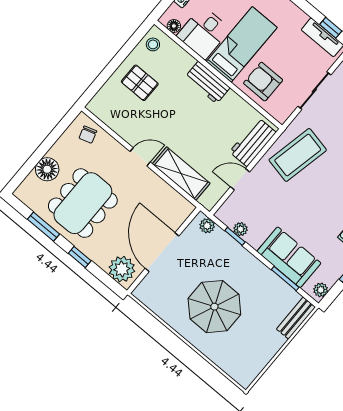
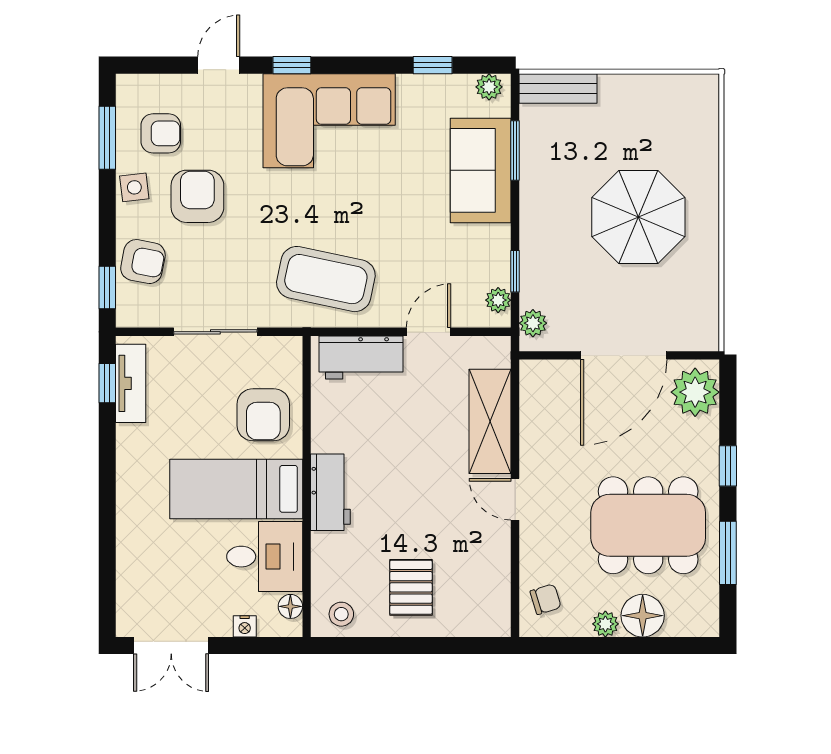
plant: (57, 151) -> (605, 624), added
door: (240, 179) -> (429, 332), swing flipped
plant: (241, 229) -> (498, 300), moved

